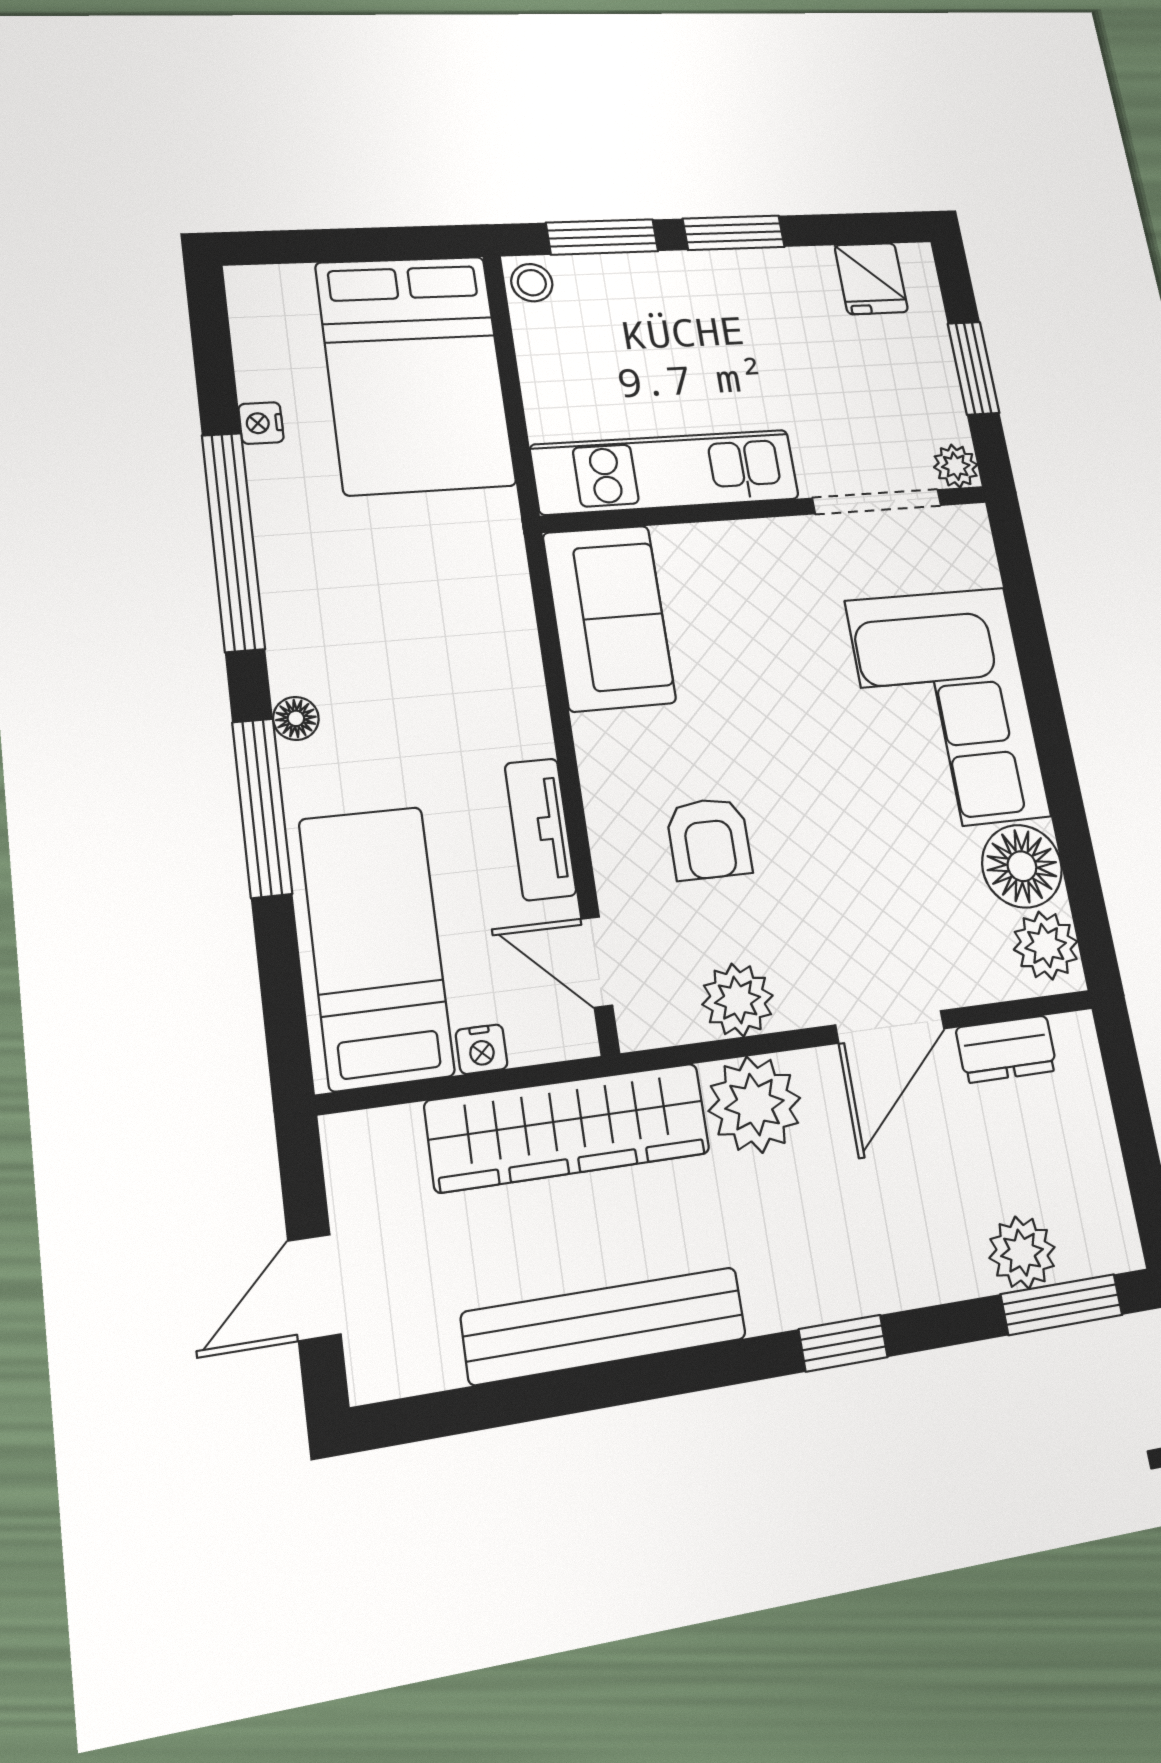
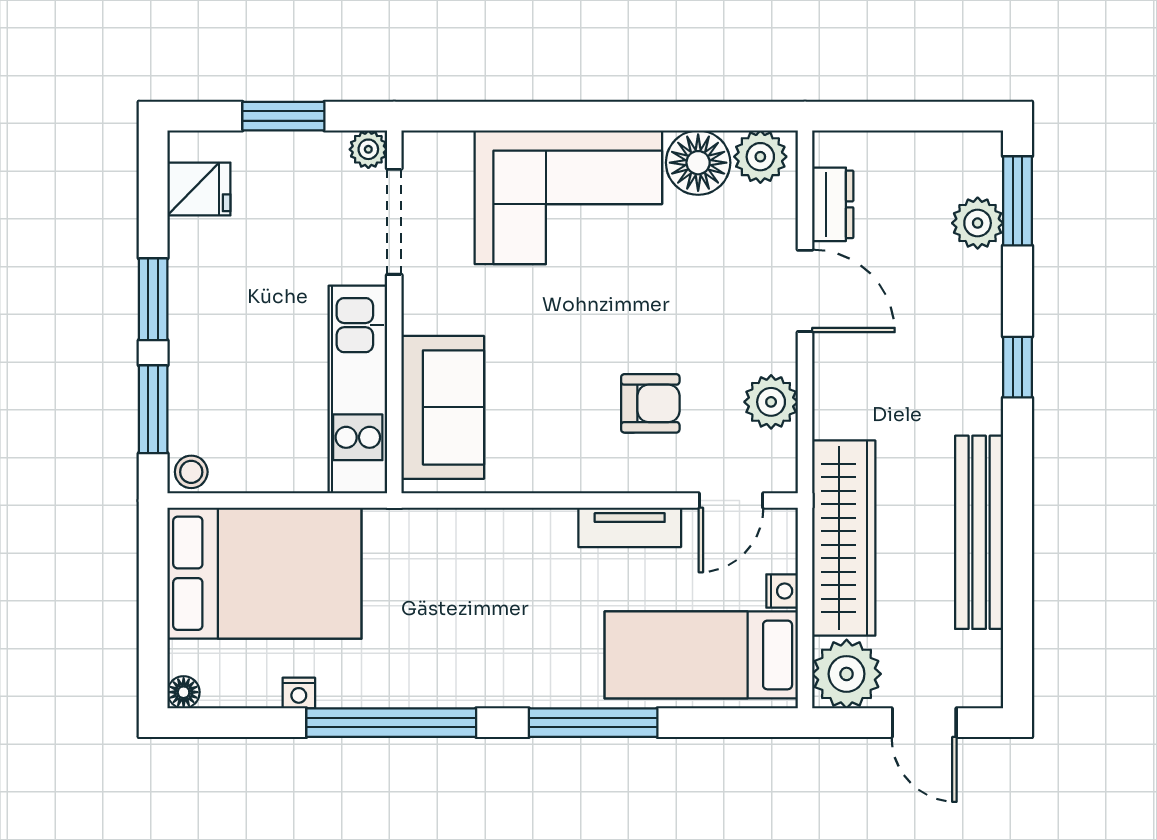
sofa: (609, 618) -> (443, 407), moved, turned 90
floor lamp: (296, 718) -> (184, 692), moved
plant: (755, 1104) -> (847, 674), moved

